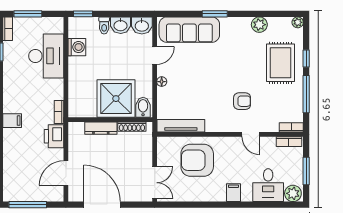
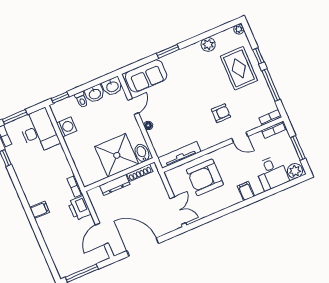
sofa: (189, 30) -> (146, 76), width x0.73
desk: (46, 56) -> (39, 131), moved

